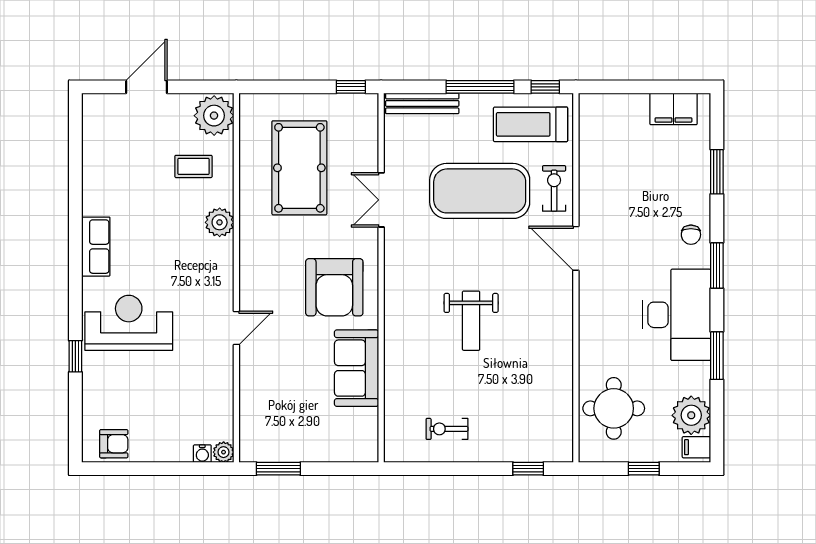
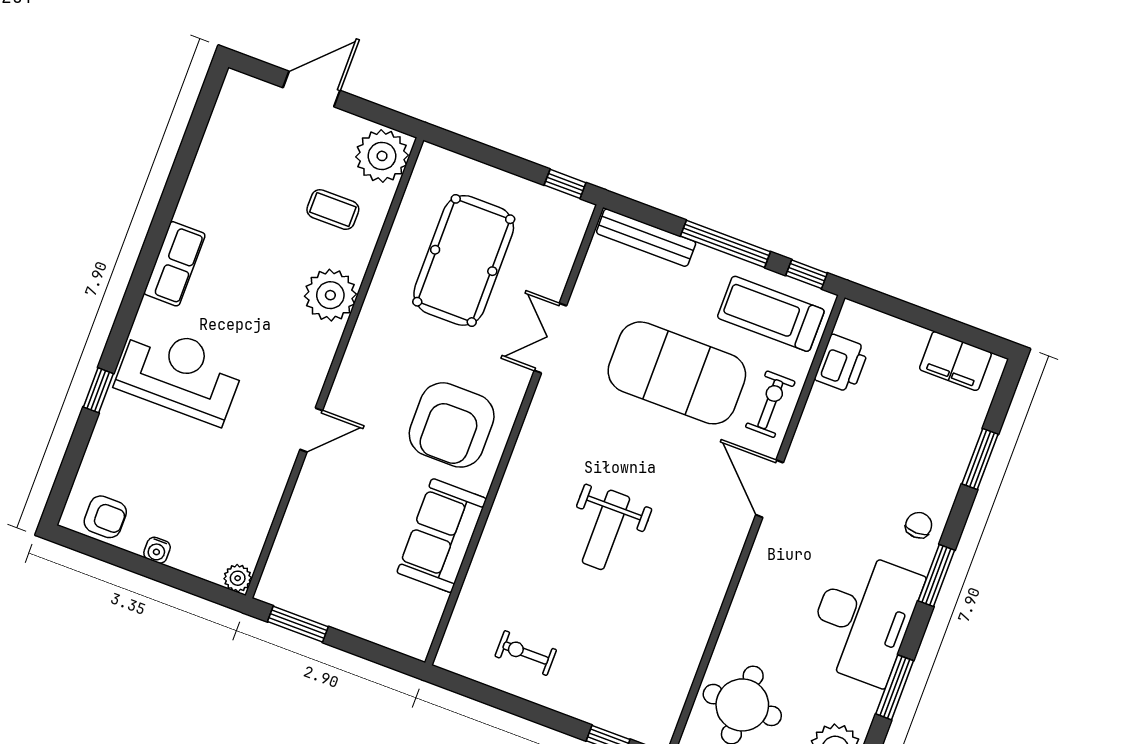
printer: (594, 141) -> (842, 364), added
plant: (220, 222) -> (330, 295), width x1.36, depth x1.36
chair: (691, 235) -> (919, 525), turned 180
water cooler: (202, 454) -> (157, 550), moved

